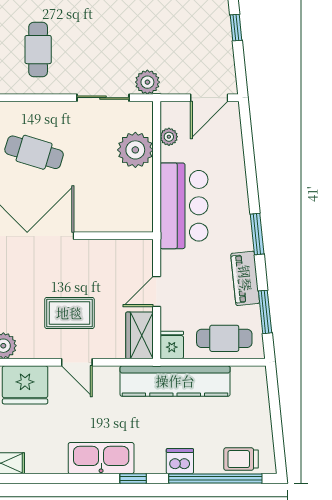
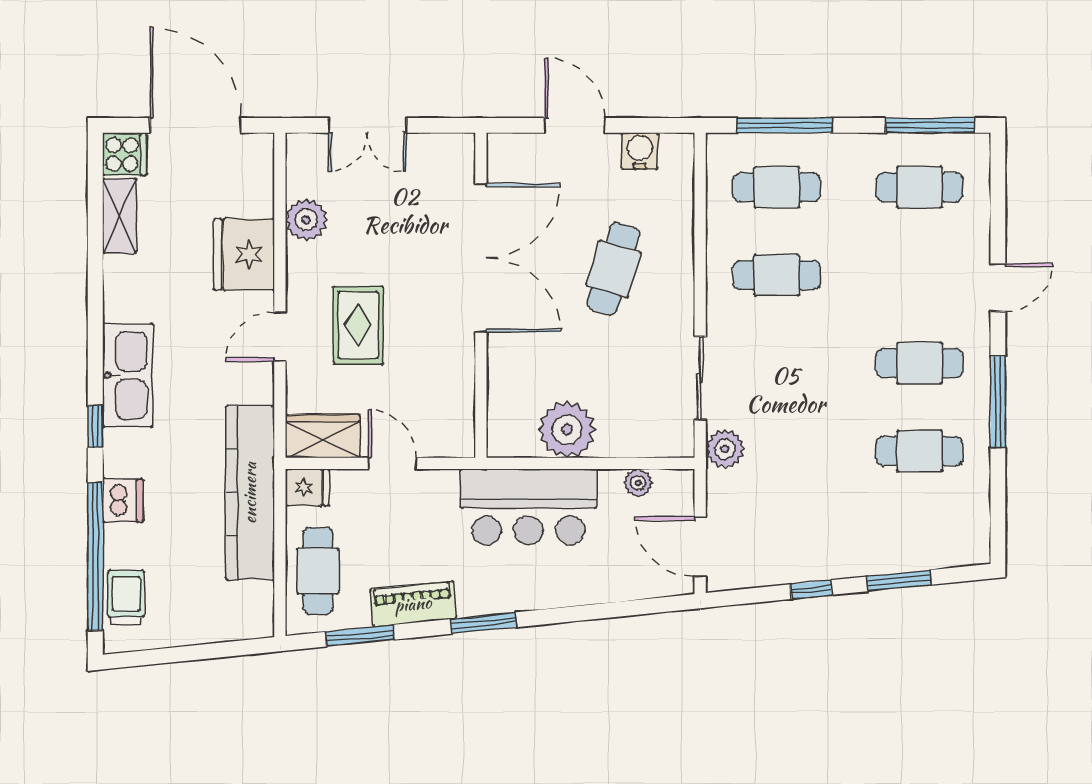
plant: (135, 150) -> (567, 430), moved

